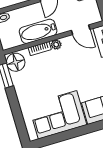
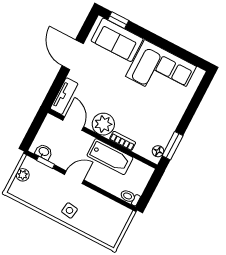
plant: (56, 45) -> (103, 124), width x1.88, depth x1.88
floor lamp: (16, 62) -> (158, 151), width x0.53, depth x0.53

